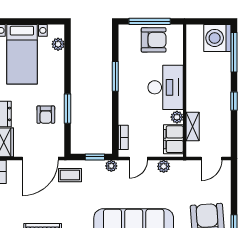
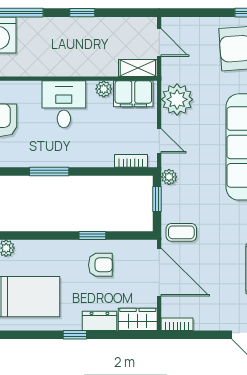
desk: (166, 87) -> (64, 104), width x0.73
window: (68, 109) -> (92, 236), width x0.67
shelving: (193, 127) -> (138, 68), moved
plant: (164, 166) -> (177, 99), width x1.88, depth x1.88
coffee table: (70, 175) -> (181, 232), turned 90

